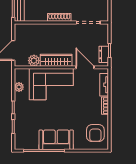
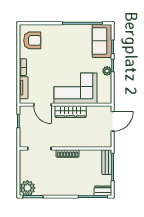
dresser: (104, 54) -> (24, 117), removed
plant: (34, 61) -> (93, 111), removed
plant: (19, 87) -> (107, 71), moved
armchair: (95, 133) -> (32, 40), turned 90
sofa: (56, 140) -> (102, 41), moved, turned 90

